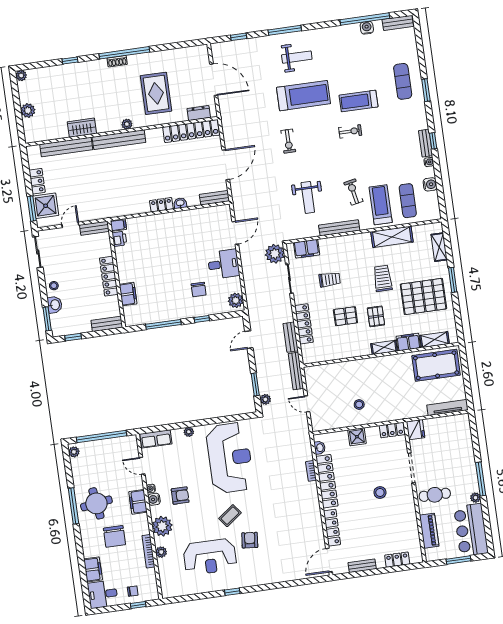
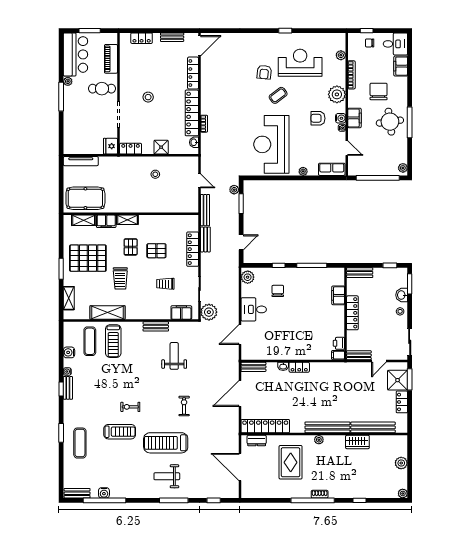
exercise bike: (353, 192) -> (135, 355), removed
bench: (339, 228) -> (156, 326), width x0.73
plant: (161, 552) -> (341, 55), moved

